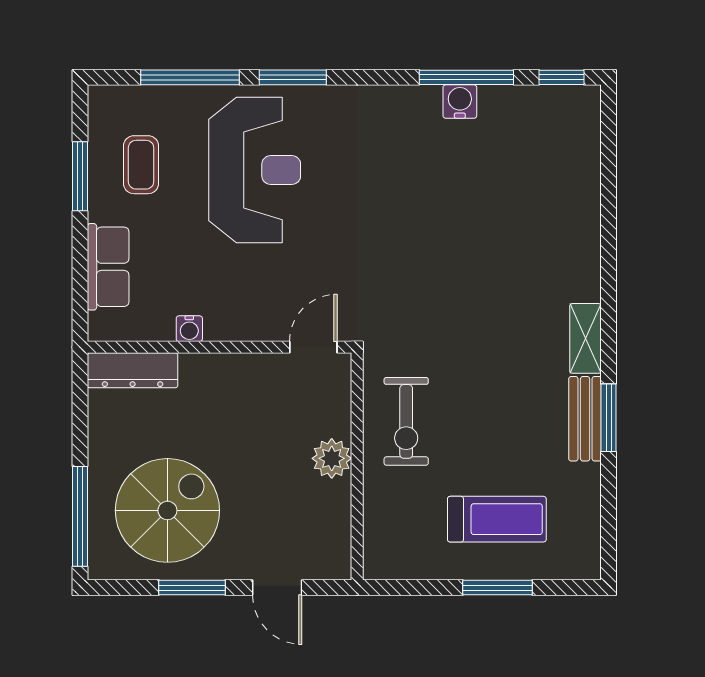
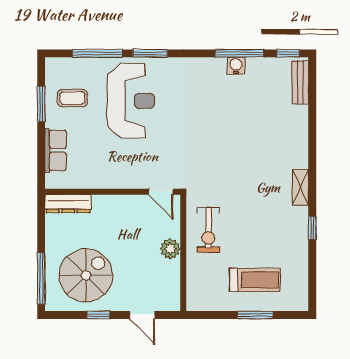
coffee table: (141, 165) -> (72, 98), turned 90
water cooler: (189, 329) -> (97, 182), removed
door: (313, 347) -> (161, 192), swing flipped
window: (609, 418) -> (312, 228), width x0.67
bench: (585, 419) -> (300, 82), moved
window: (192, 588) -> (99, 315), width x0.67

